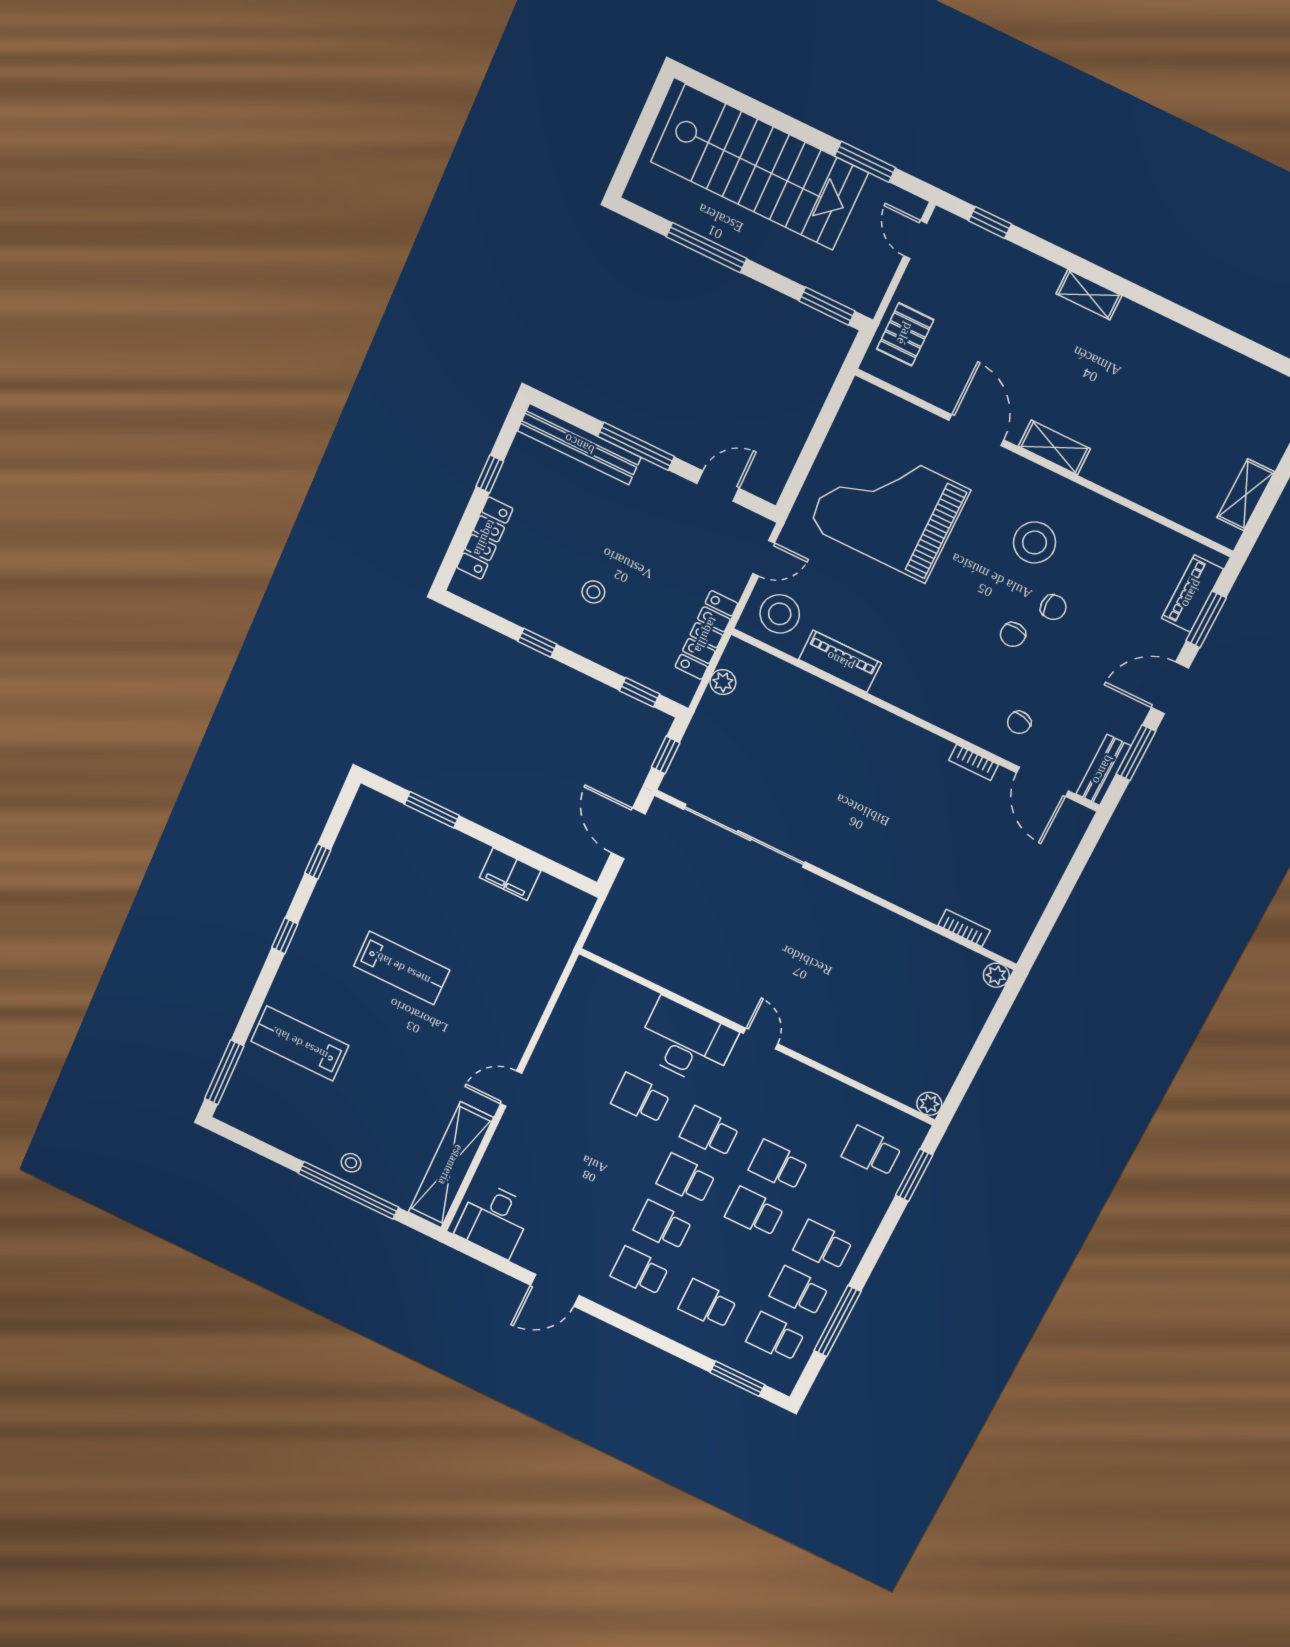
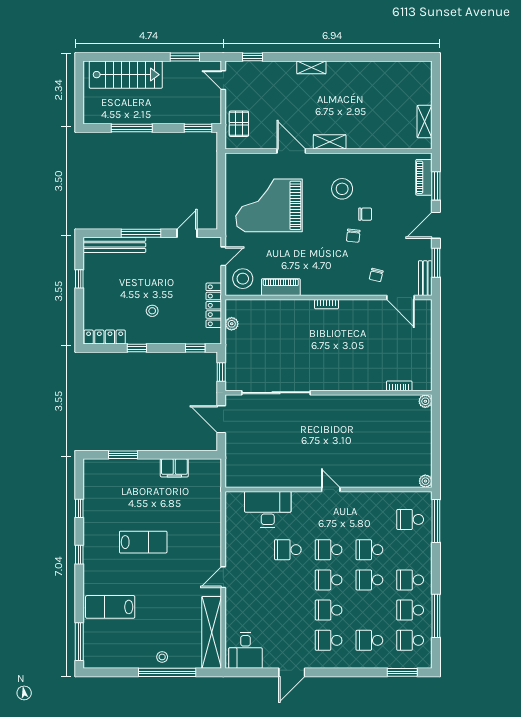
stairs: (759, 167) -> (126, 75), width x0.73, depth x0.66
locker: (485, 538) -> (105, 337), moved, turned -90
bookcase: (974, 762) -> (327, 304), moved
desk: (686, 1042) -> (268, 509), moved
window: (914, 1175) -> (436, 521), width x1.44

